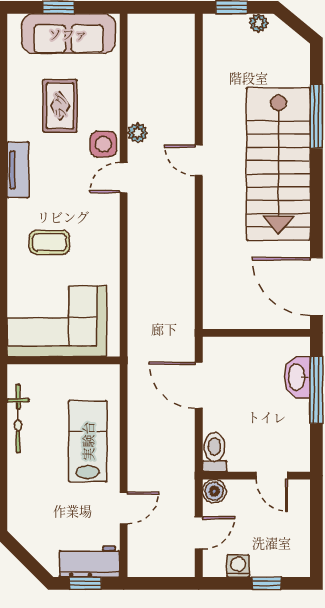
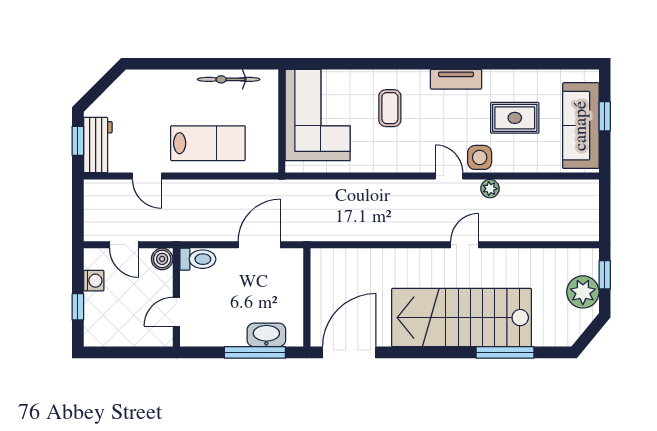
plant: (259, 23) -> (583, 292), width x1.88, depth x1.88

